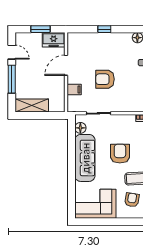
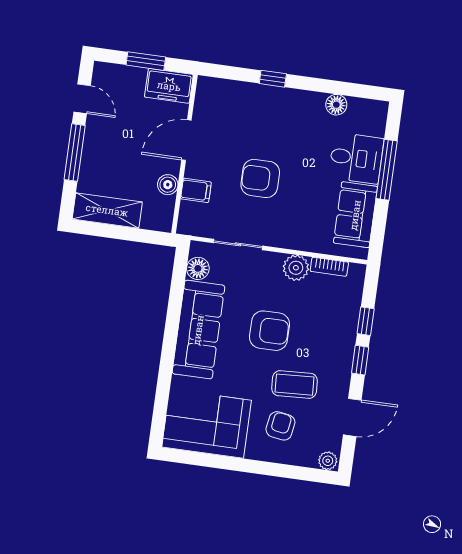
boiler: (60, 89) -> (168, 185), added
plant: (129, 121) -> (296, 268), added
armchair: (120, 154) -> (270, 331), turned 90

